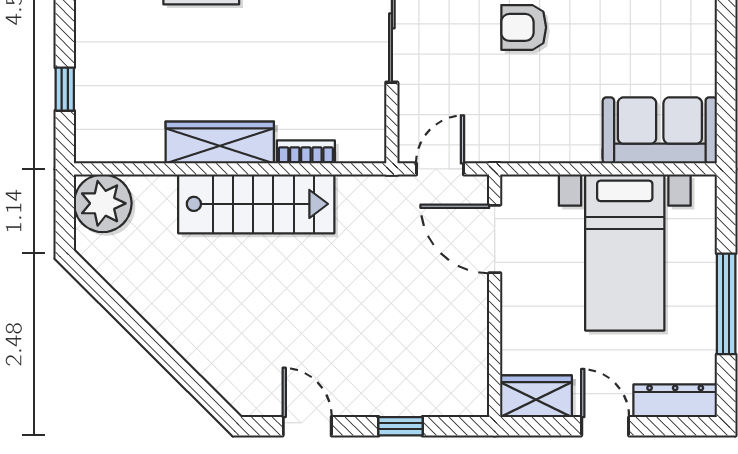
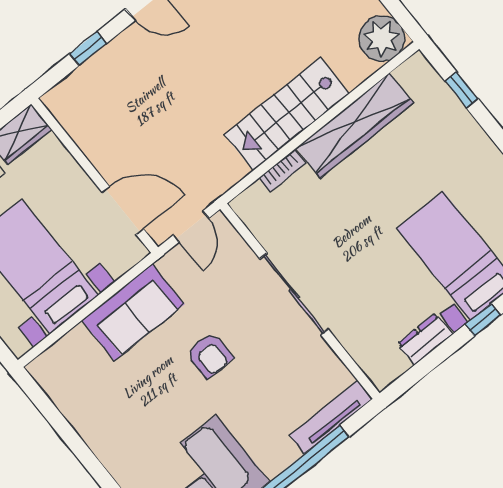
armchair: (524, 27) -> (210, 355), turned 90
sofa: (660, 130) -> (133, 312), moved
wardrobe: (220, 143) -> (355, 125), width x1.40, depth x1.17

